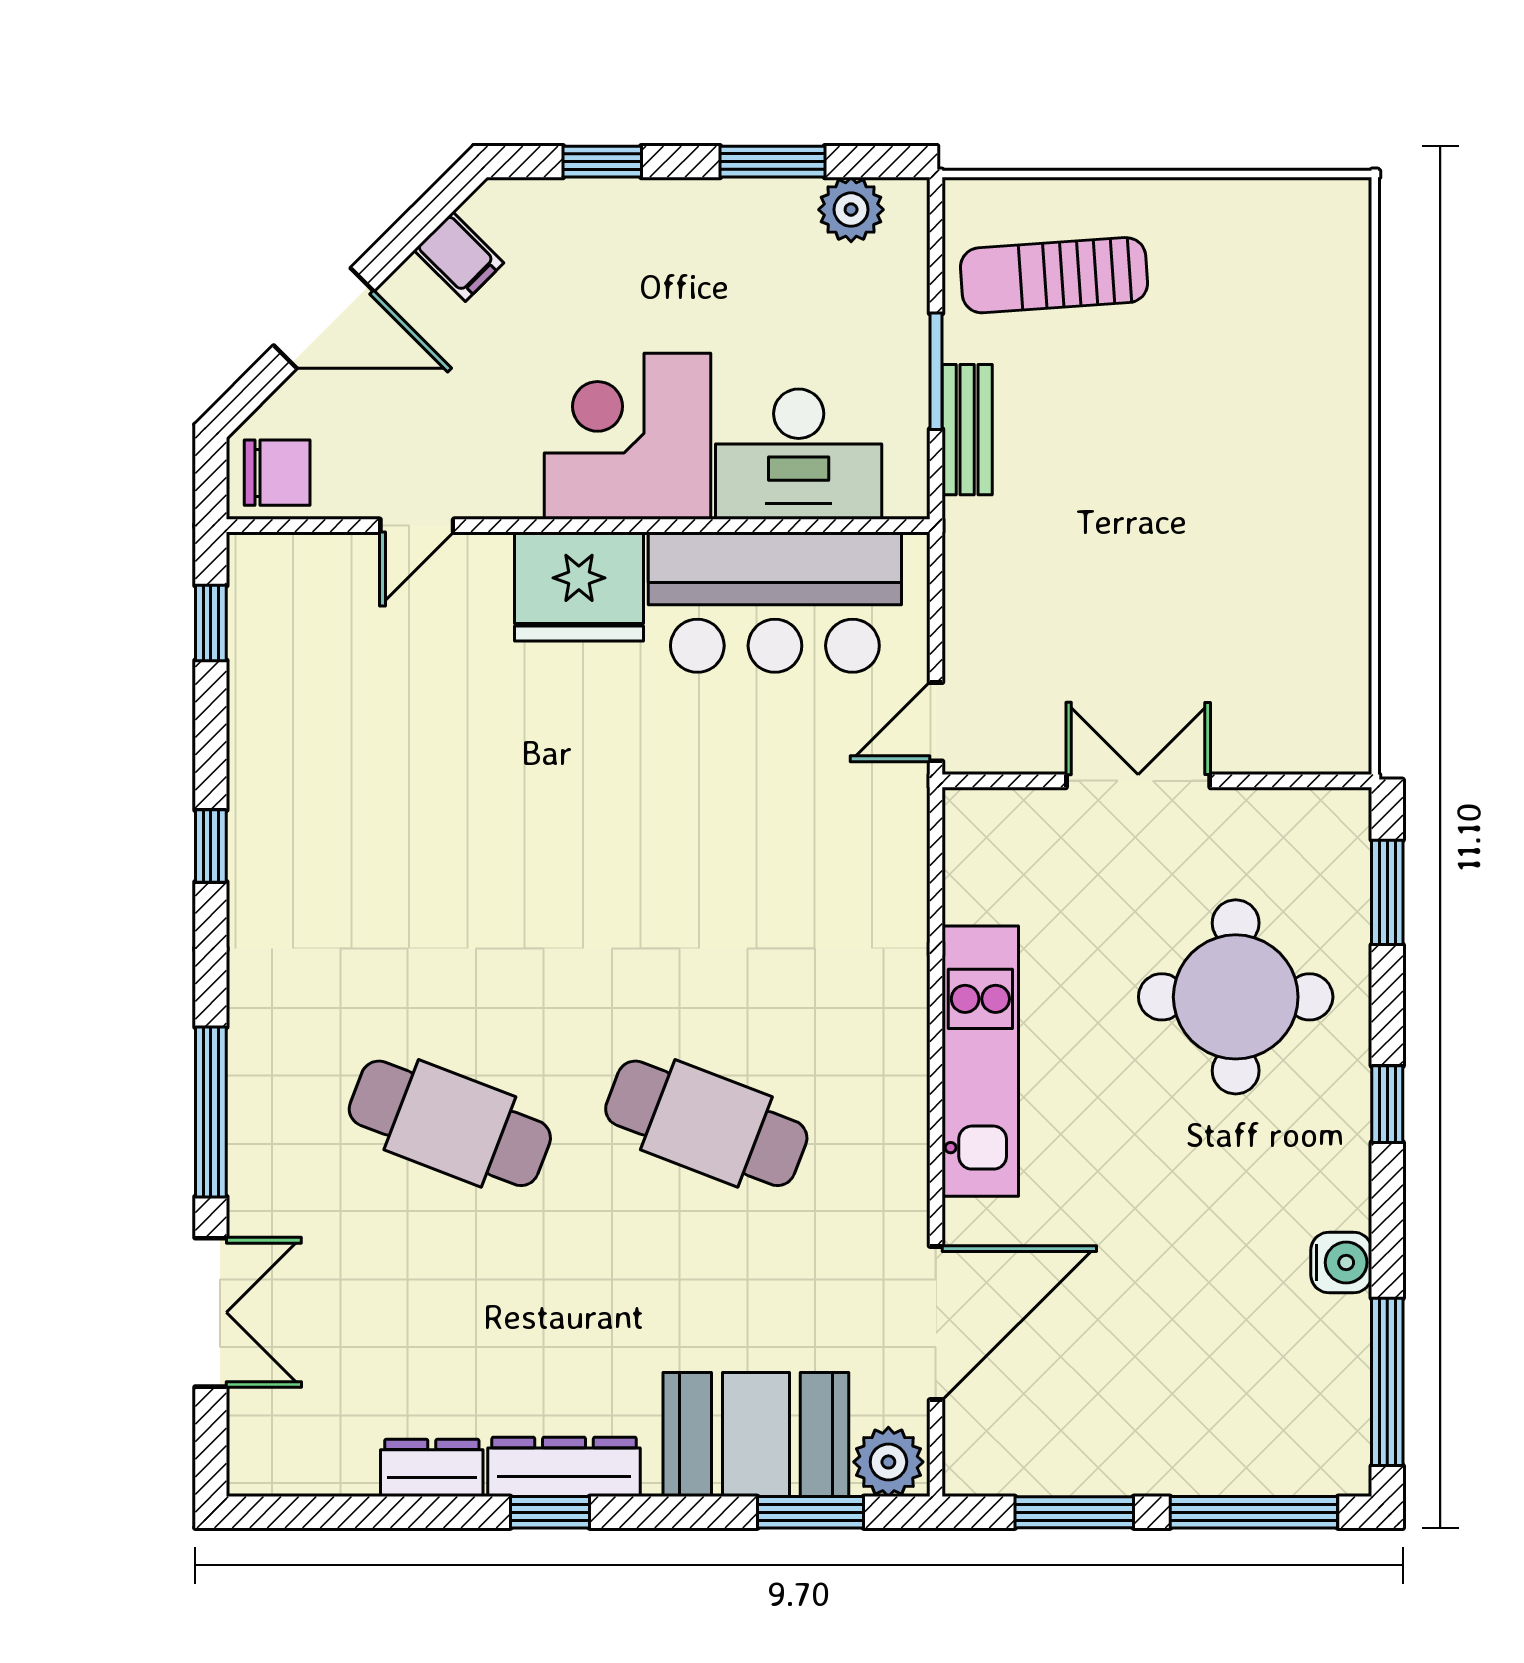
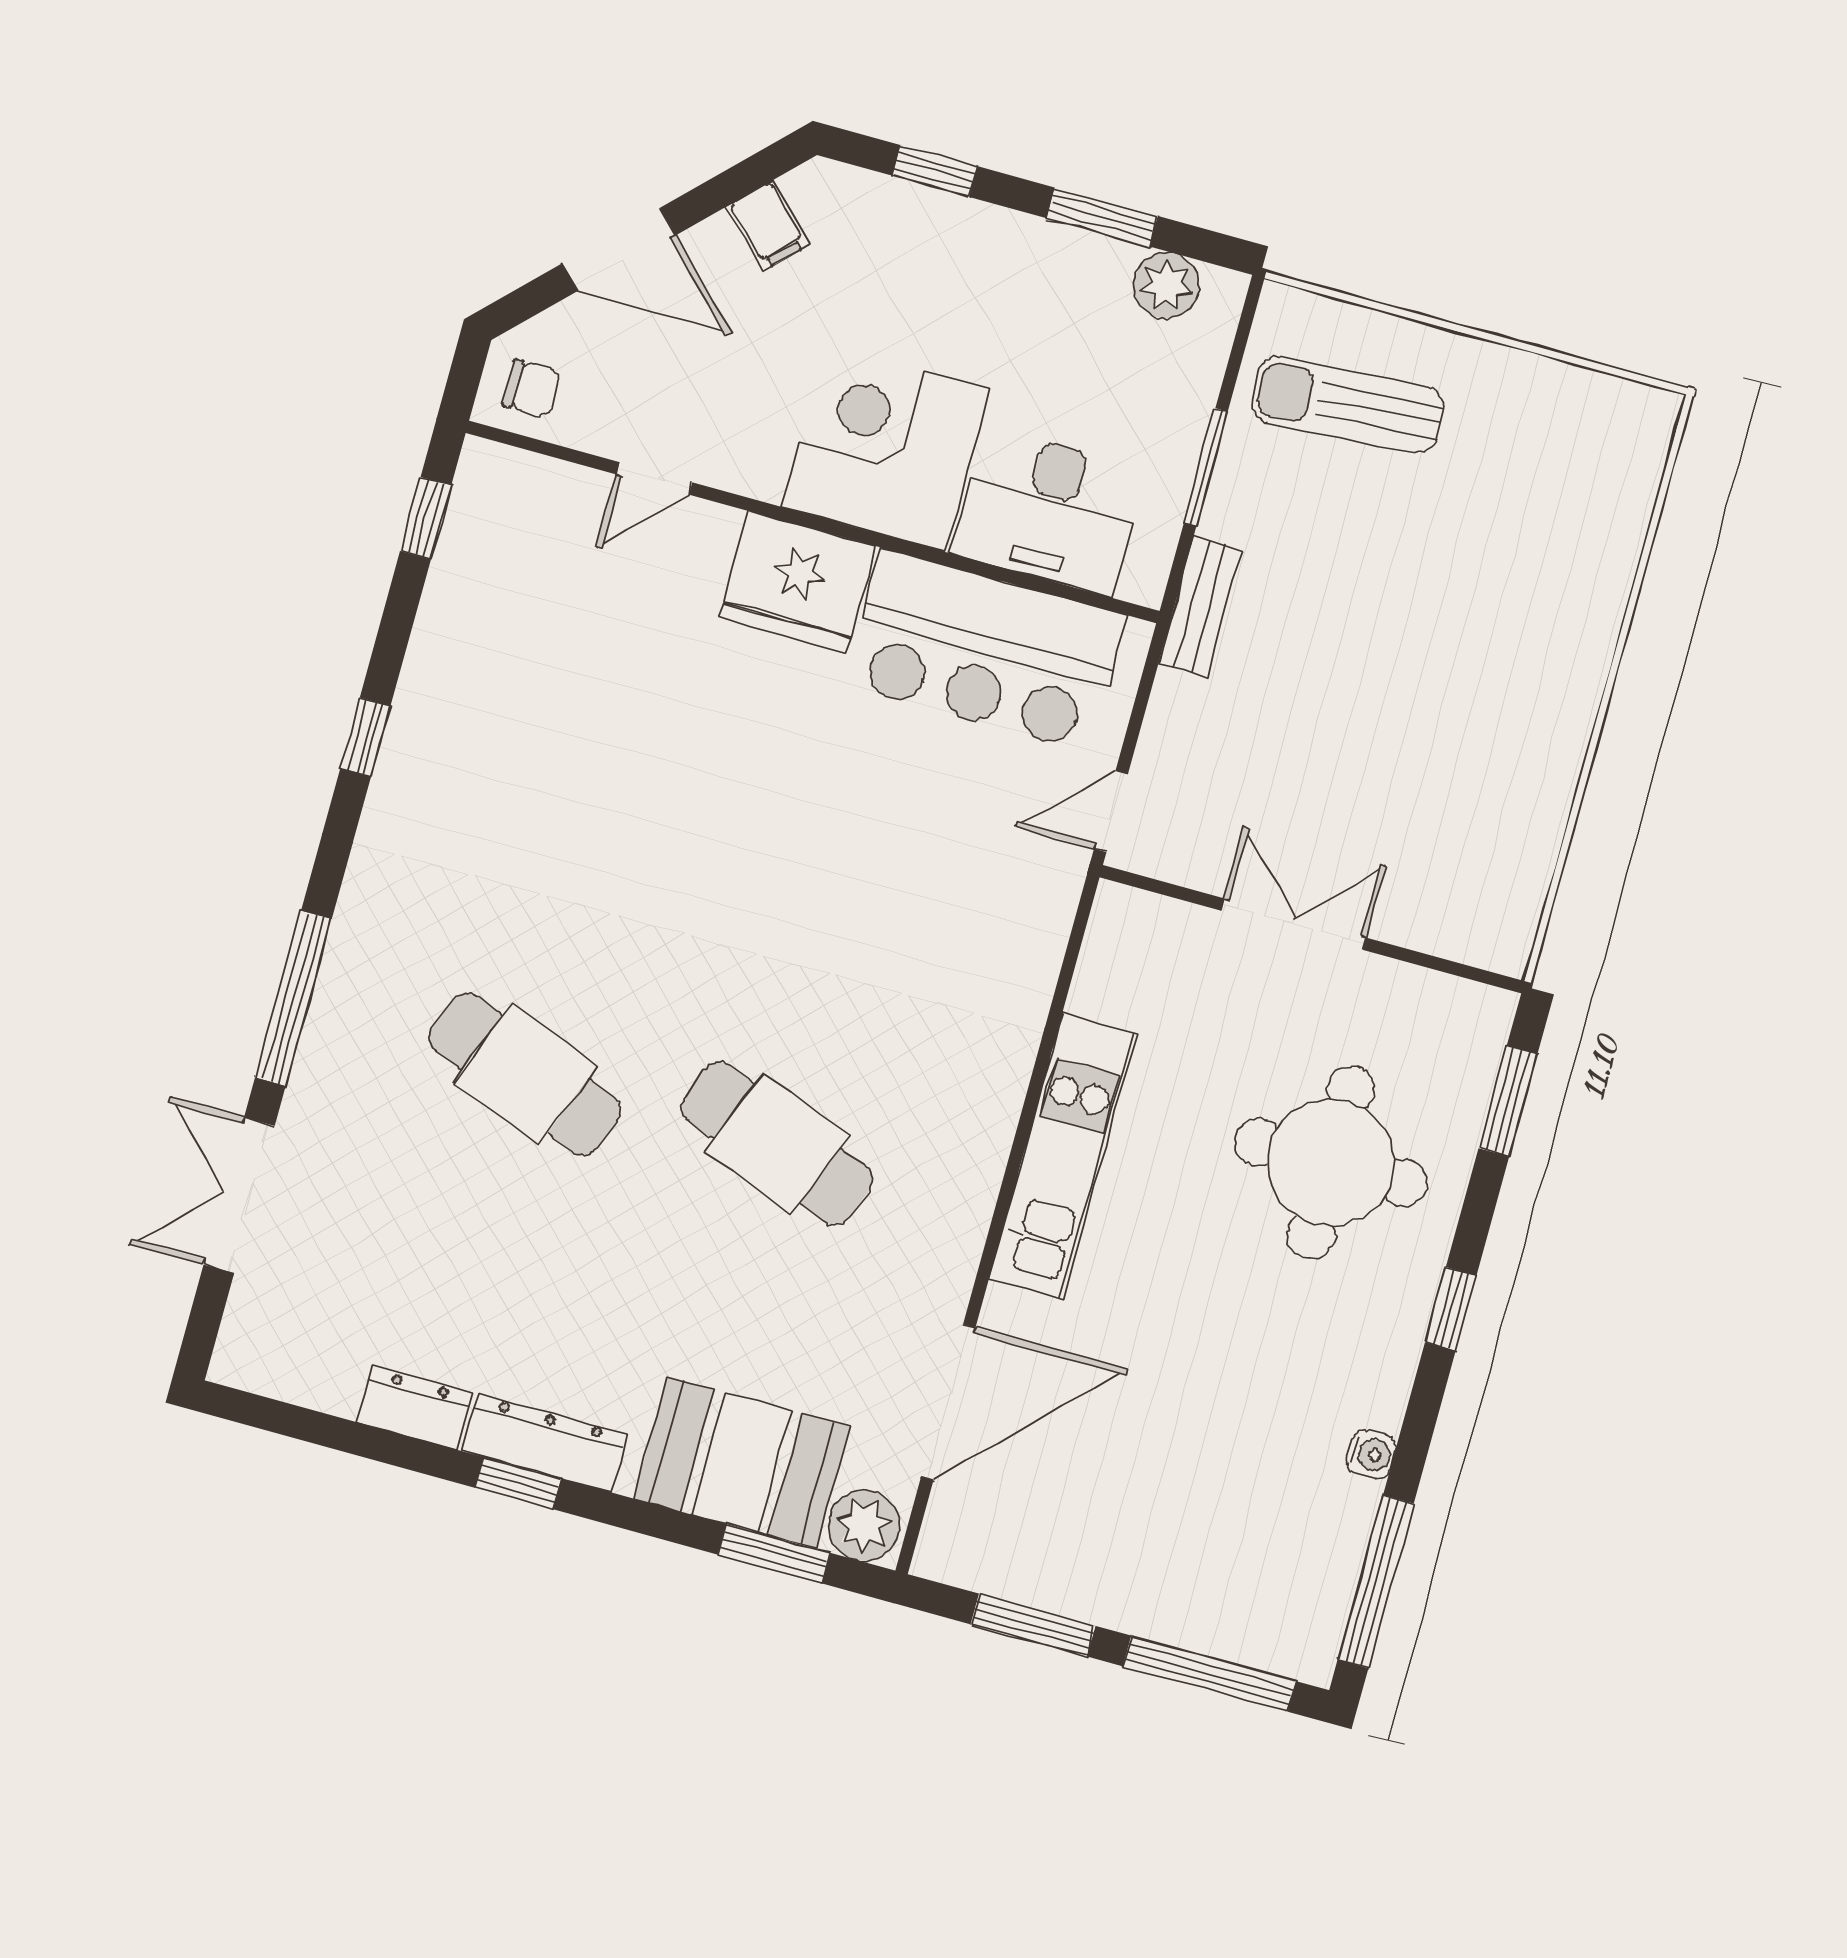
bench: (967, 430) -> (1200, 606), moved
chair: (277, 473) -> (531, 388), width x0.73, depth x0.73
water cooler: (1341, 1262) -> (1371, 1454), width x0.72, depth x0.72
double door: (211, 1312) -> (239, 1195), swing flipped

